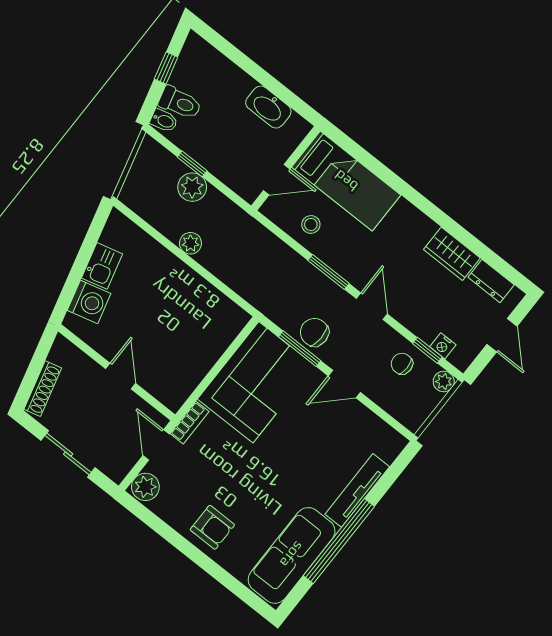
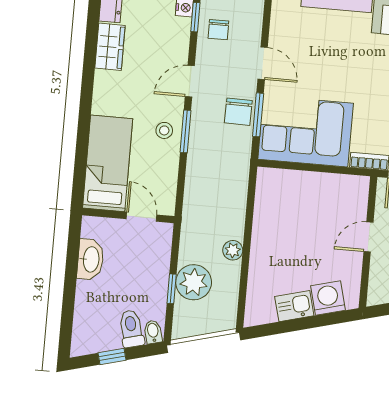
plant: (192, 187) -> (194, 282), width x1.36, depth x1.36
stool: (311, 224) -> (164, 130), moved

